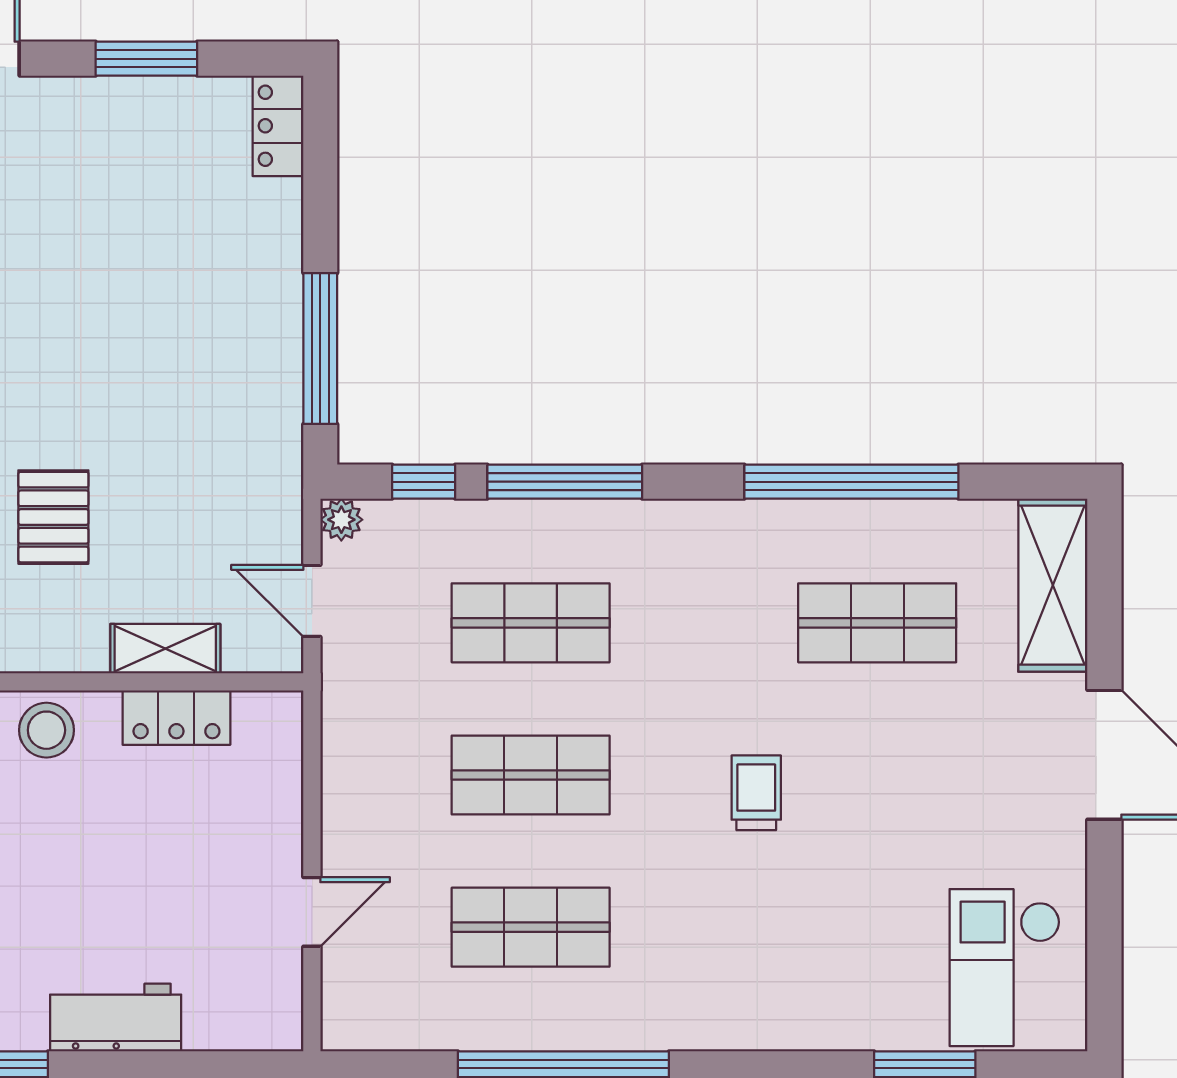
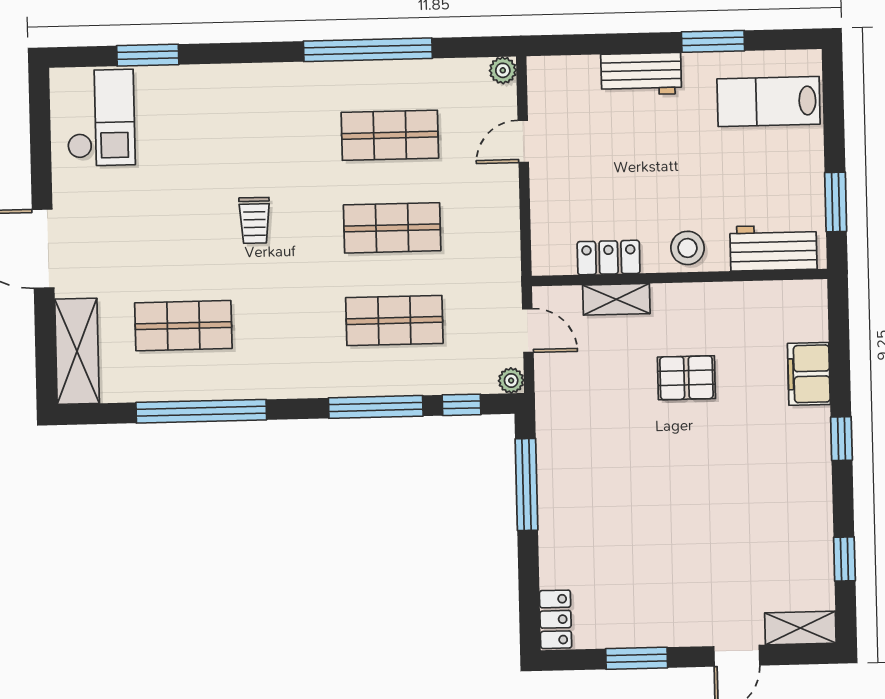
pallet: (53, 517) -> (686, 378), turned 90
plant: (343, 1029) -> (503, 70), added

